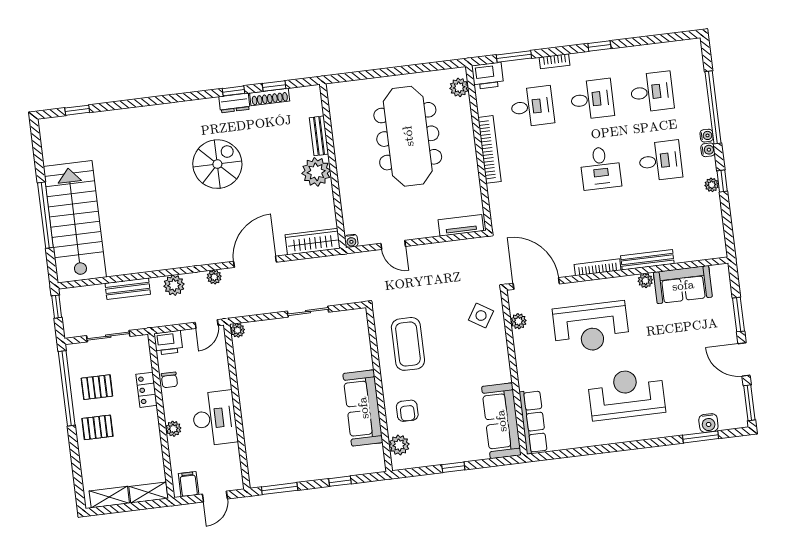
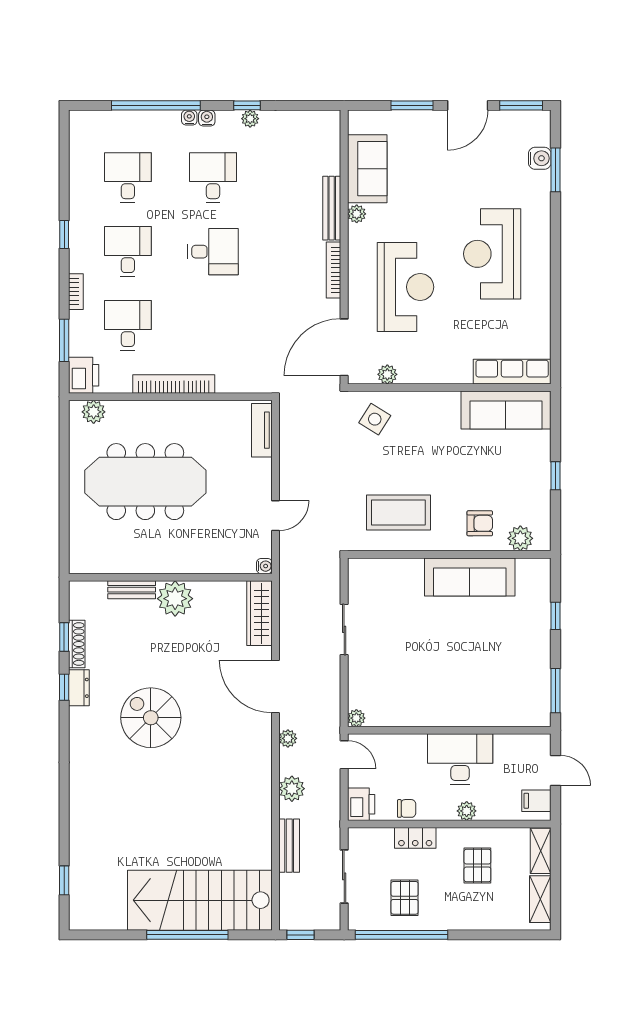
pallet: (97, 427) -> (477, 865), moved

